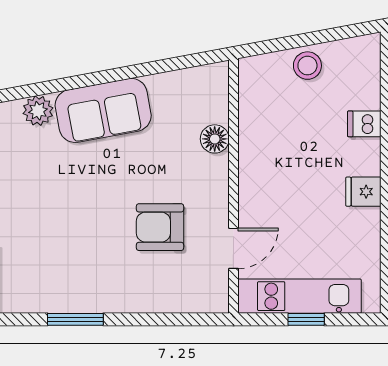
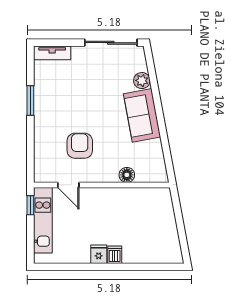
stool: (307, 66) -> (166, 224), removed
dishwasher: (364, 124) -> (115, 255), moved
window: (306, 319) -> (30, 205), moved

